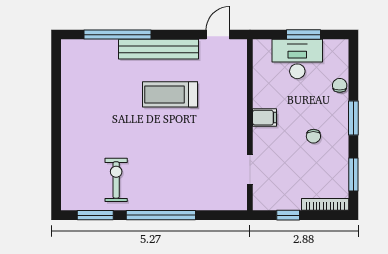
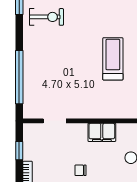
filing cabinet: (265, 118) -> (102, 132), width x2.00
window: (161, 215) -> (19, 77), moved

